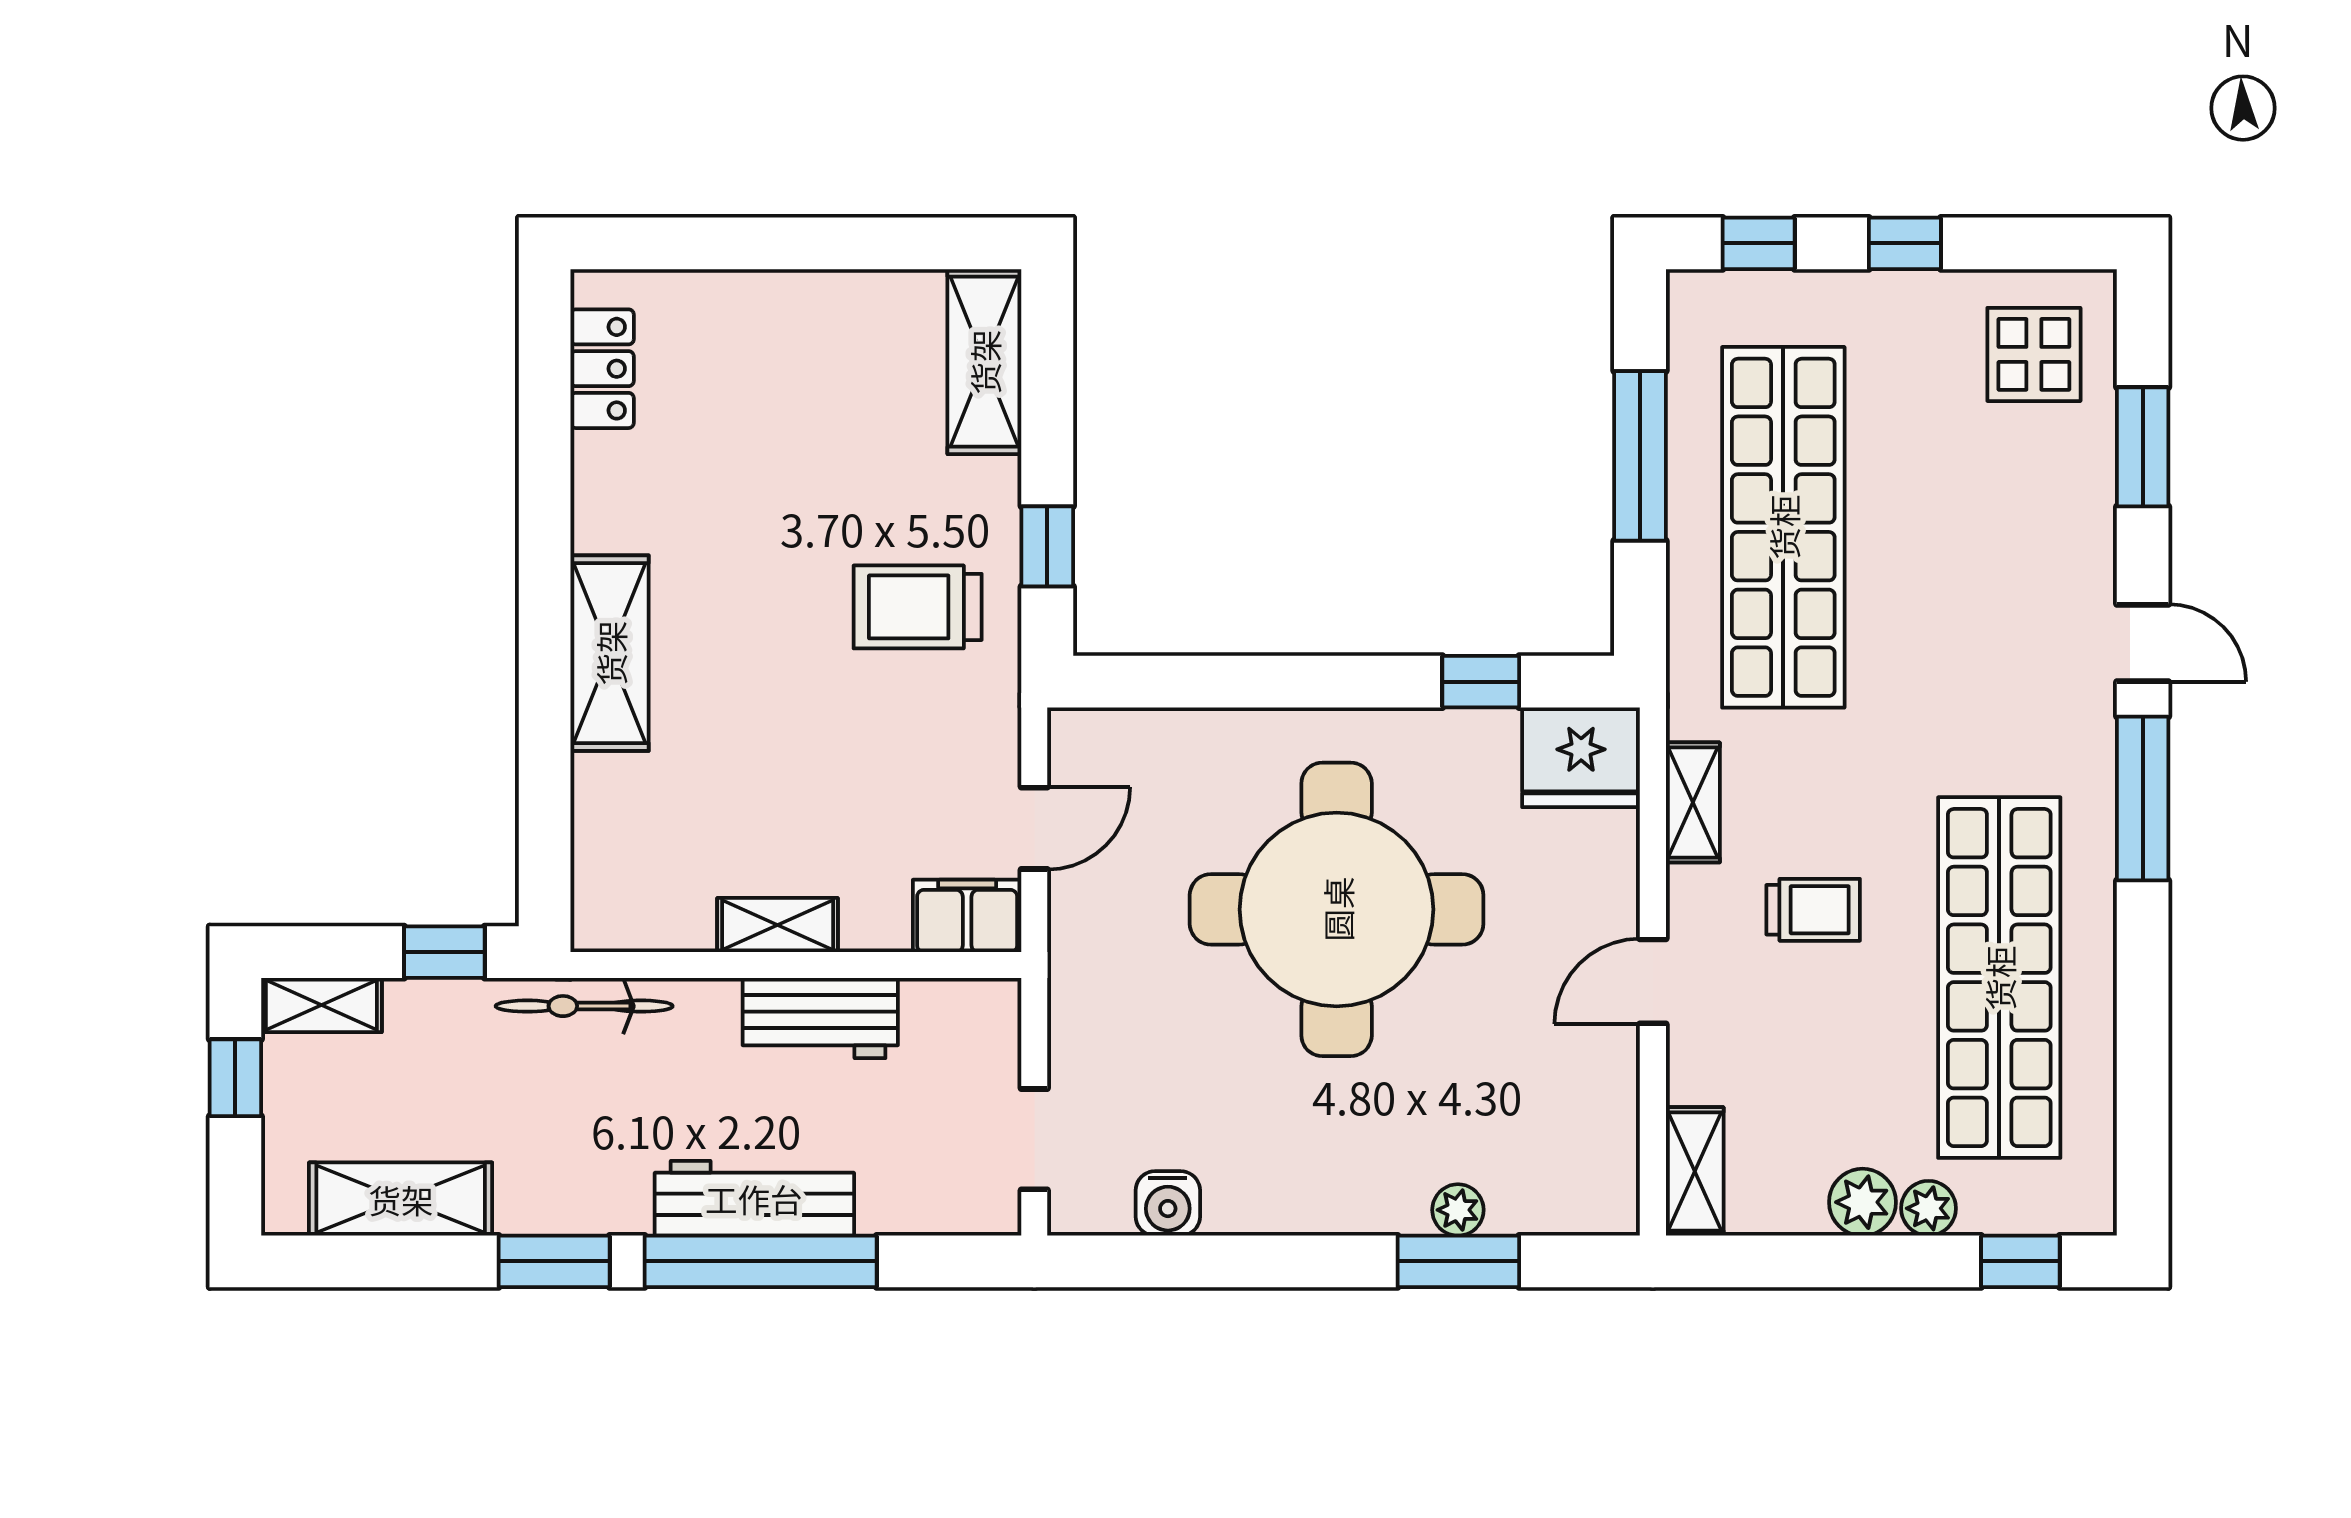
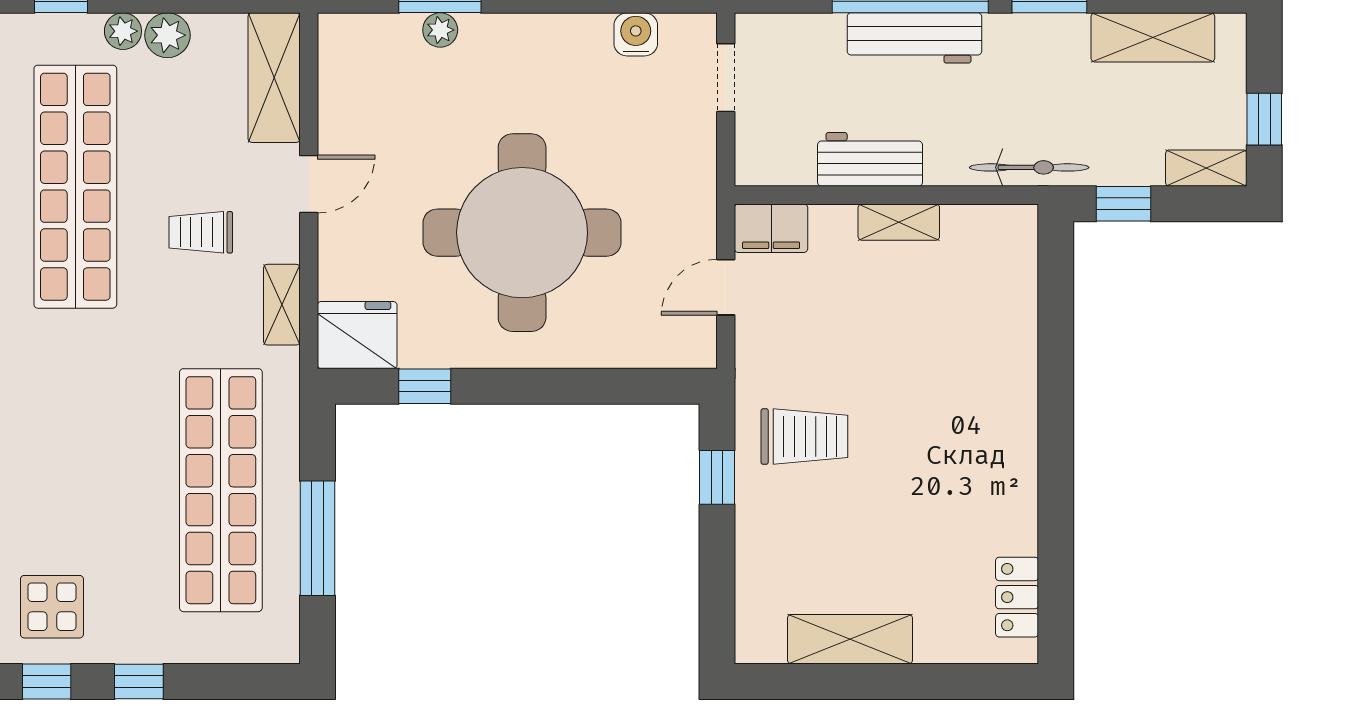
window: (1759, 243) -> (47, 682), moved
shelving: (984, 362) -> (850, 639), moved, turned 90
shelving: (610, 653) -> (1012, 405), removed
shelving: (1695, 1171) -> (274, 78), width x1.50, depth x1.33

